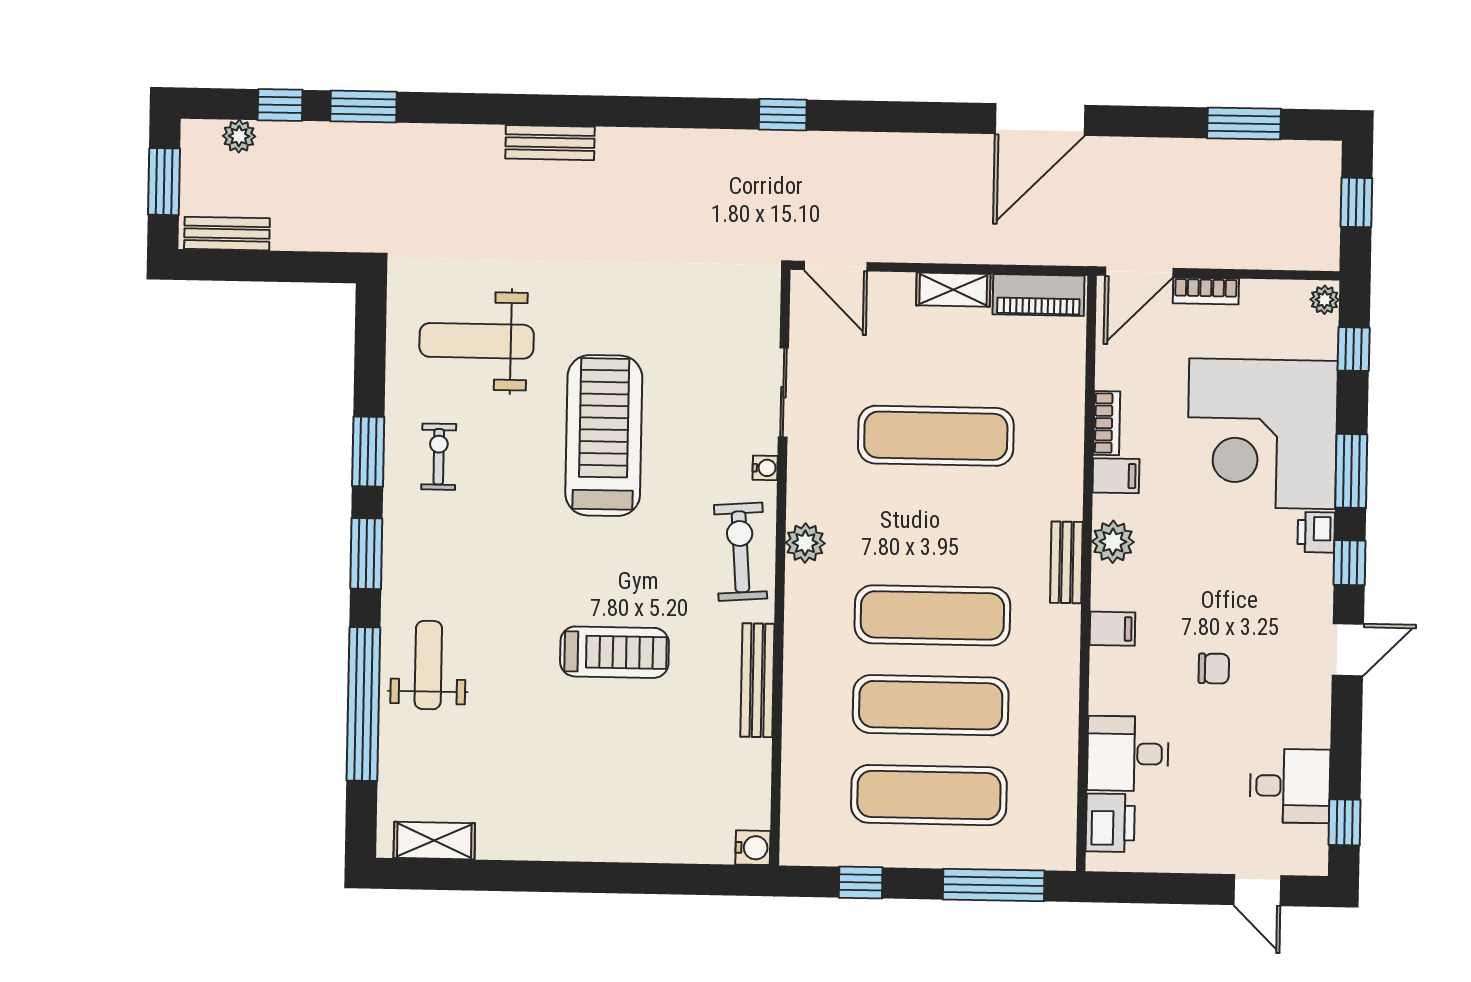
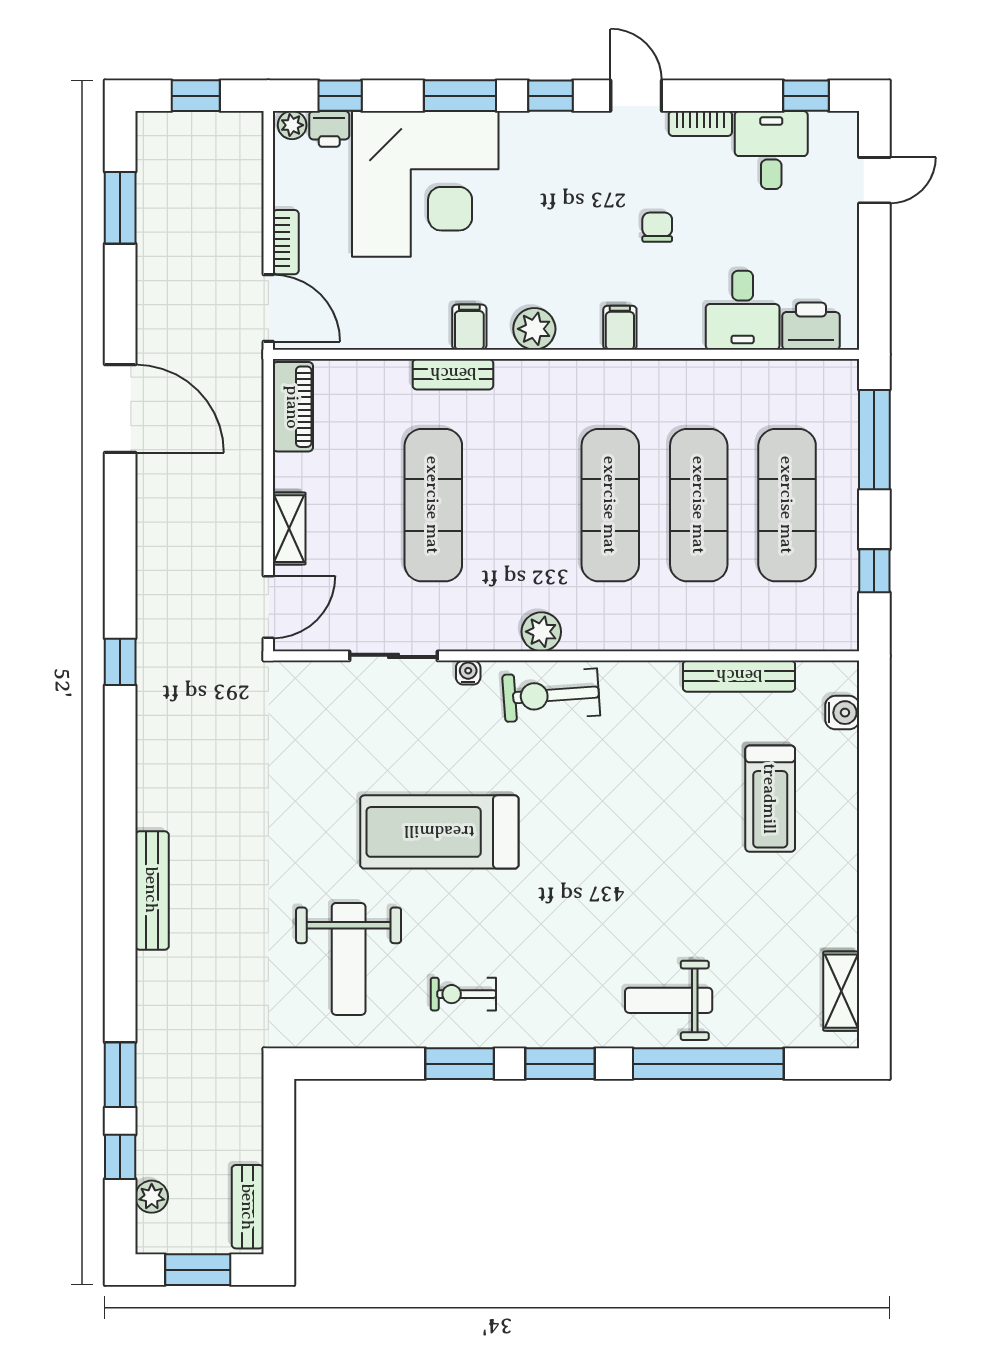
bench: (550, 143) -> (152, 890), width x1.36
shelving: (953, 290) -> (289, 529), moved
bookcase: (1107, 423) -> (700, 123), moved, turned 180
printer: (1316, 532) -> (329, 129), moved
bench: (1066, 562) -> (453, 374), moved
treadmill: (614, 652) -> (770, 799), moved, turned 180
bench: (757, 680) -> (739, 676), moved
water cooler: (753, 848) -> (842, 713), moved, turned 90

